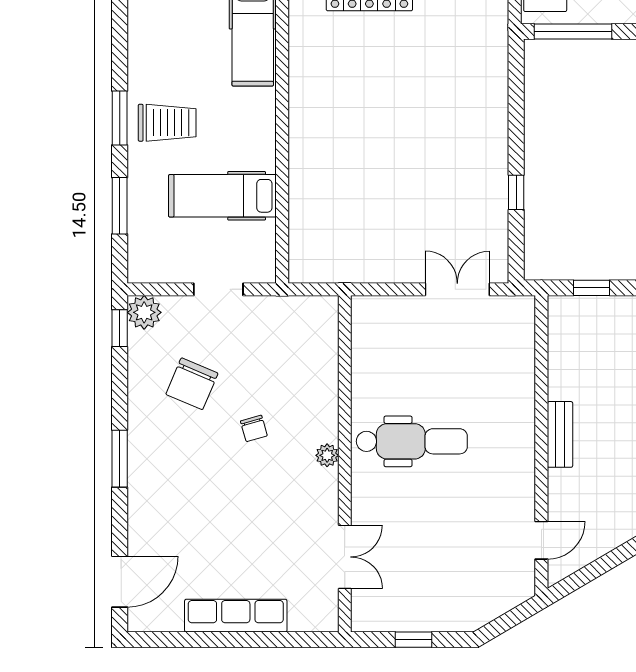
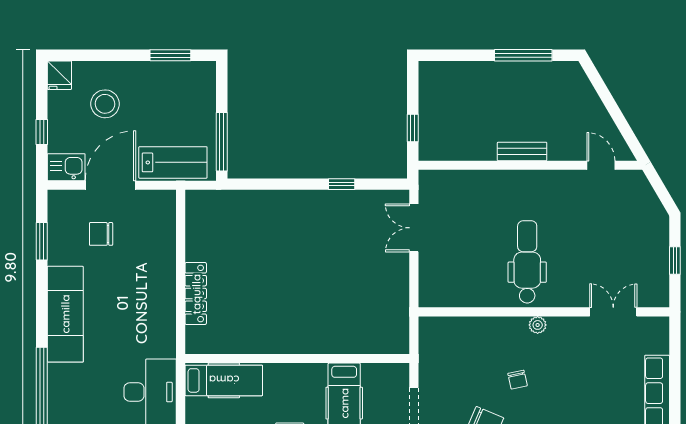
chair: (254, 428) -> (518, 380), turned 94

